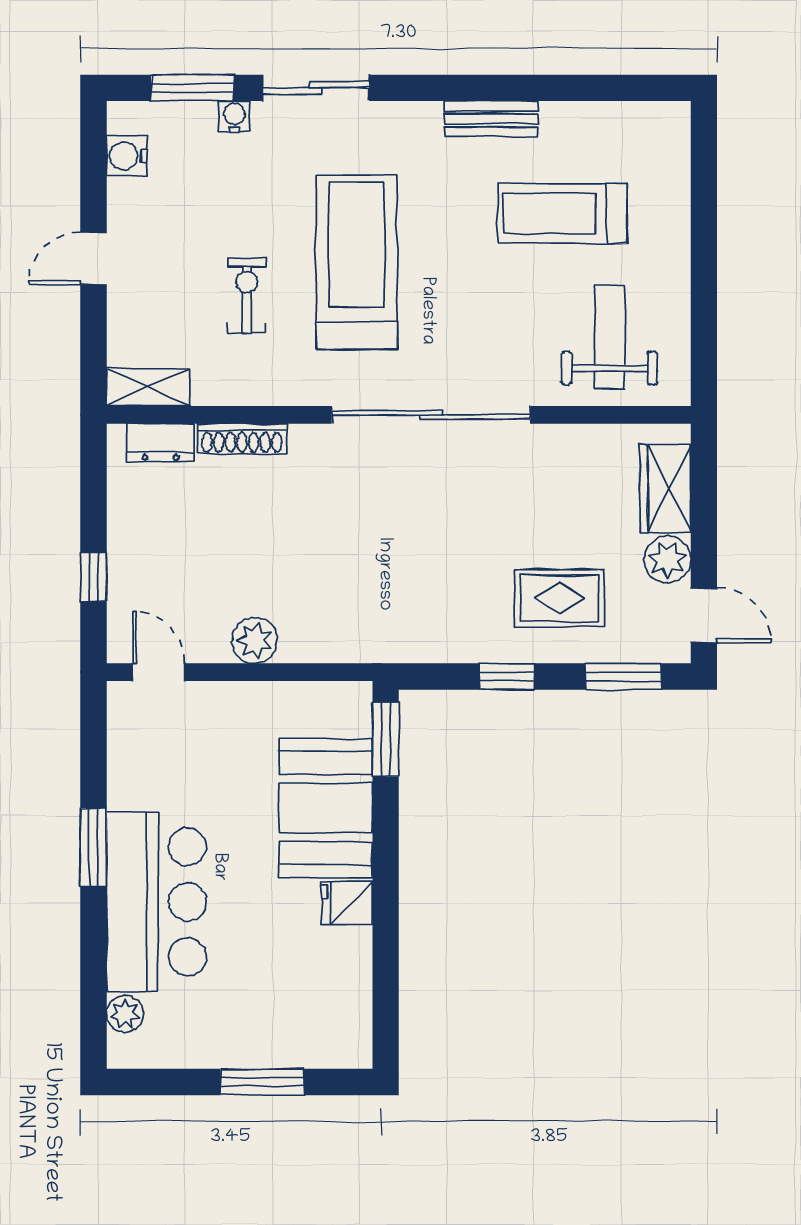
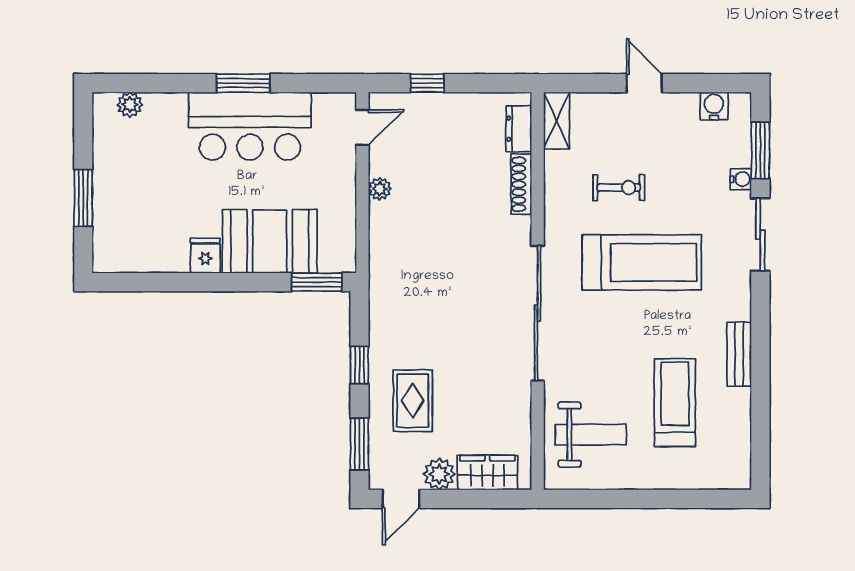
plant: (255, 641) -> (380, 189), width x0.73, depth x0.73
bar counter: (156, 902) -> (250, 126), moved

